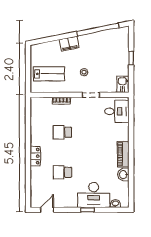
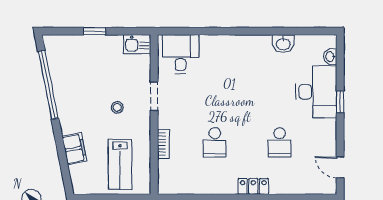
filing cabinet: (69, 44) -> (74, 149), moved
lab bench: (49, 74) -> (120, 164), turned 180
piano: (123, 154) -> (250, 44), removed

